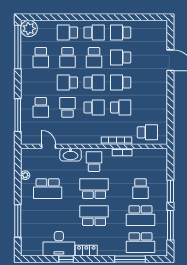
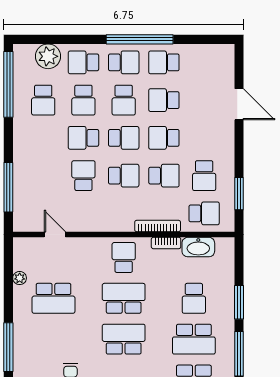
window: (105, 17) -> (140, 39), added
plant: (29, 28) -> (48, 56), moved
school desk: (41, 107) -> (204, 176), moved
window: (170, 119) -> (239, 194), added
washbasin: (71, 155) -> (198, 247), moved

